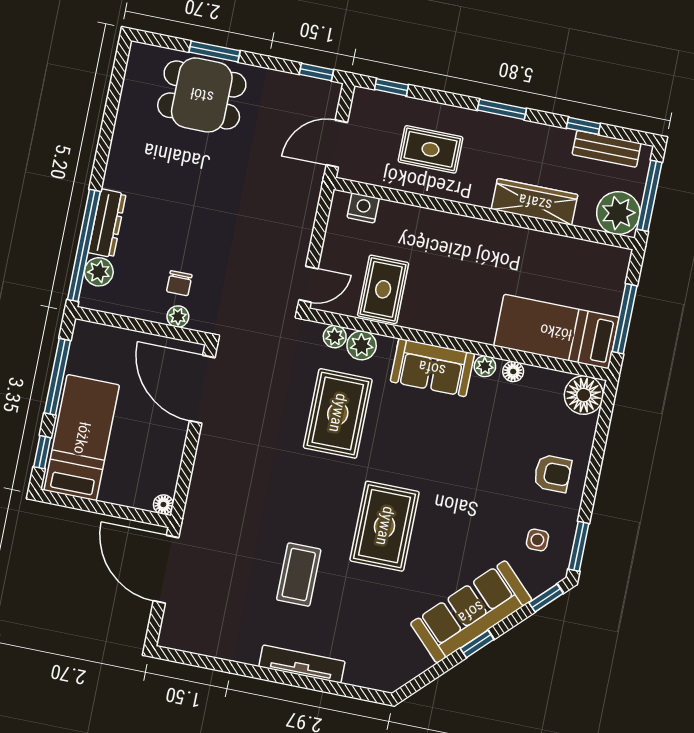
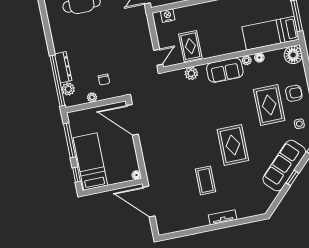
plant: (178, 317) -> (92, 97), moved
plant: (335, 337) -> (178, 74), removed
rug: (338, 413) -> (269, 105), moved
tv unit: (302, 664) -> (223, 217), width x0.71

